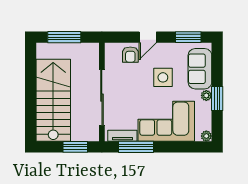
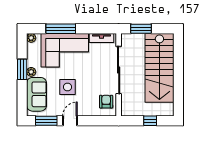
window: (64, 37) -> (150, 121), width x0.46
door: (148, 37) -> (70, 121), moved
armchair: (130, 55) -> (106, 102), moved
window: (136, 147) -> (61, 29), moved

